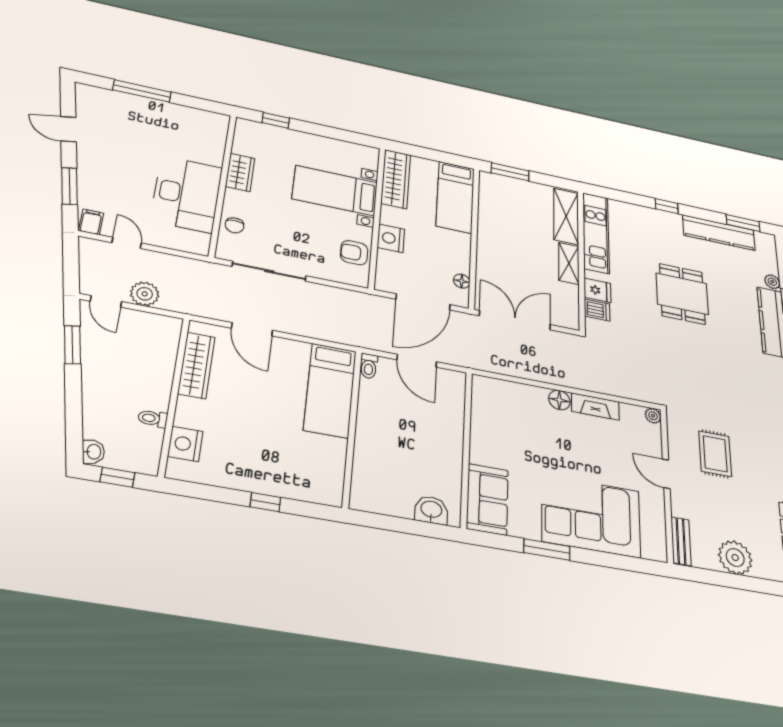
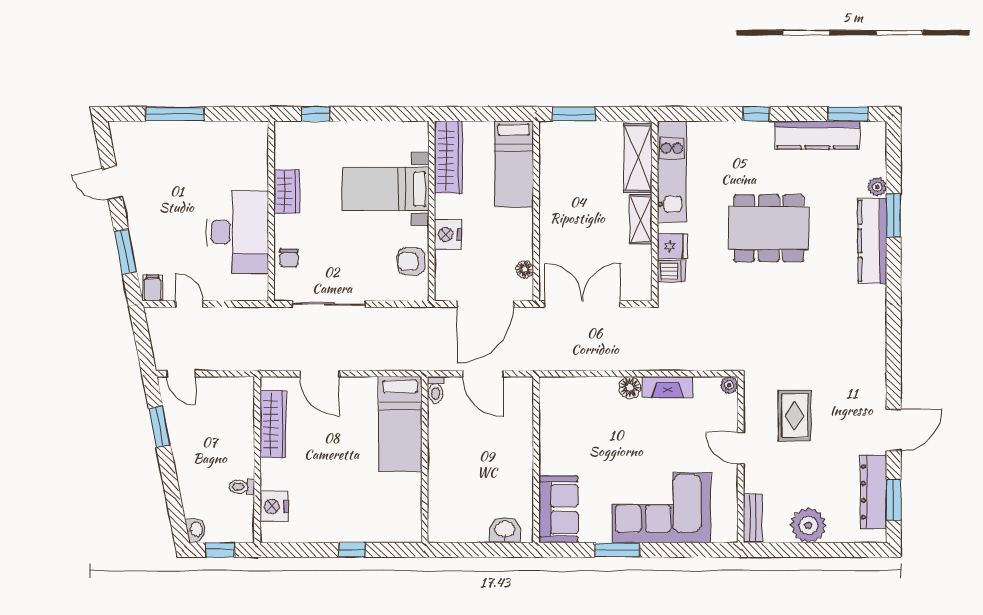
plant: (145, 294) -> (215, 357), removed
dining table: (682, 294) -> (769, 228), width x1.38

